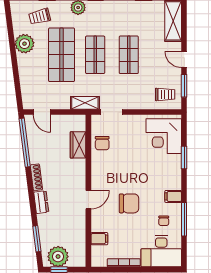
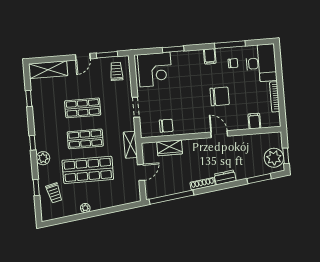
plant: (25, 44) -> (85, 208), width x0.53, depth x0.53
door: (42, 112) -> (141, 172), moved
doorway: (111, 112) -> (136, 107), moved
chair: (129, 203) -> (220, 96), turned 90

